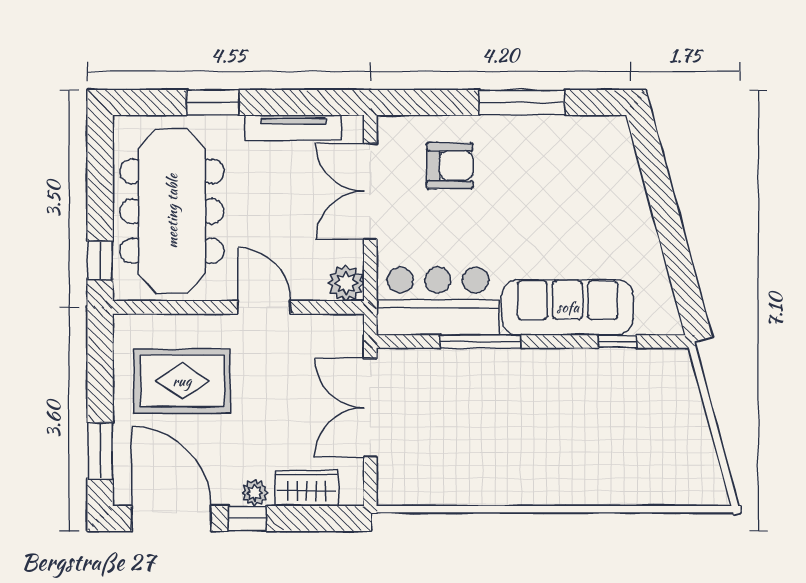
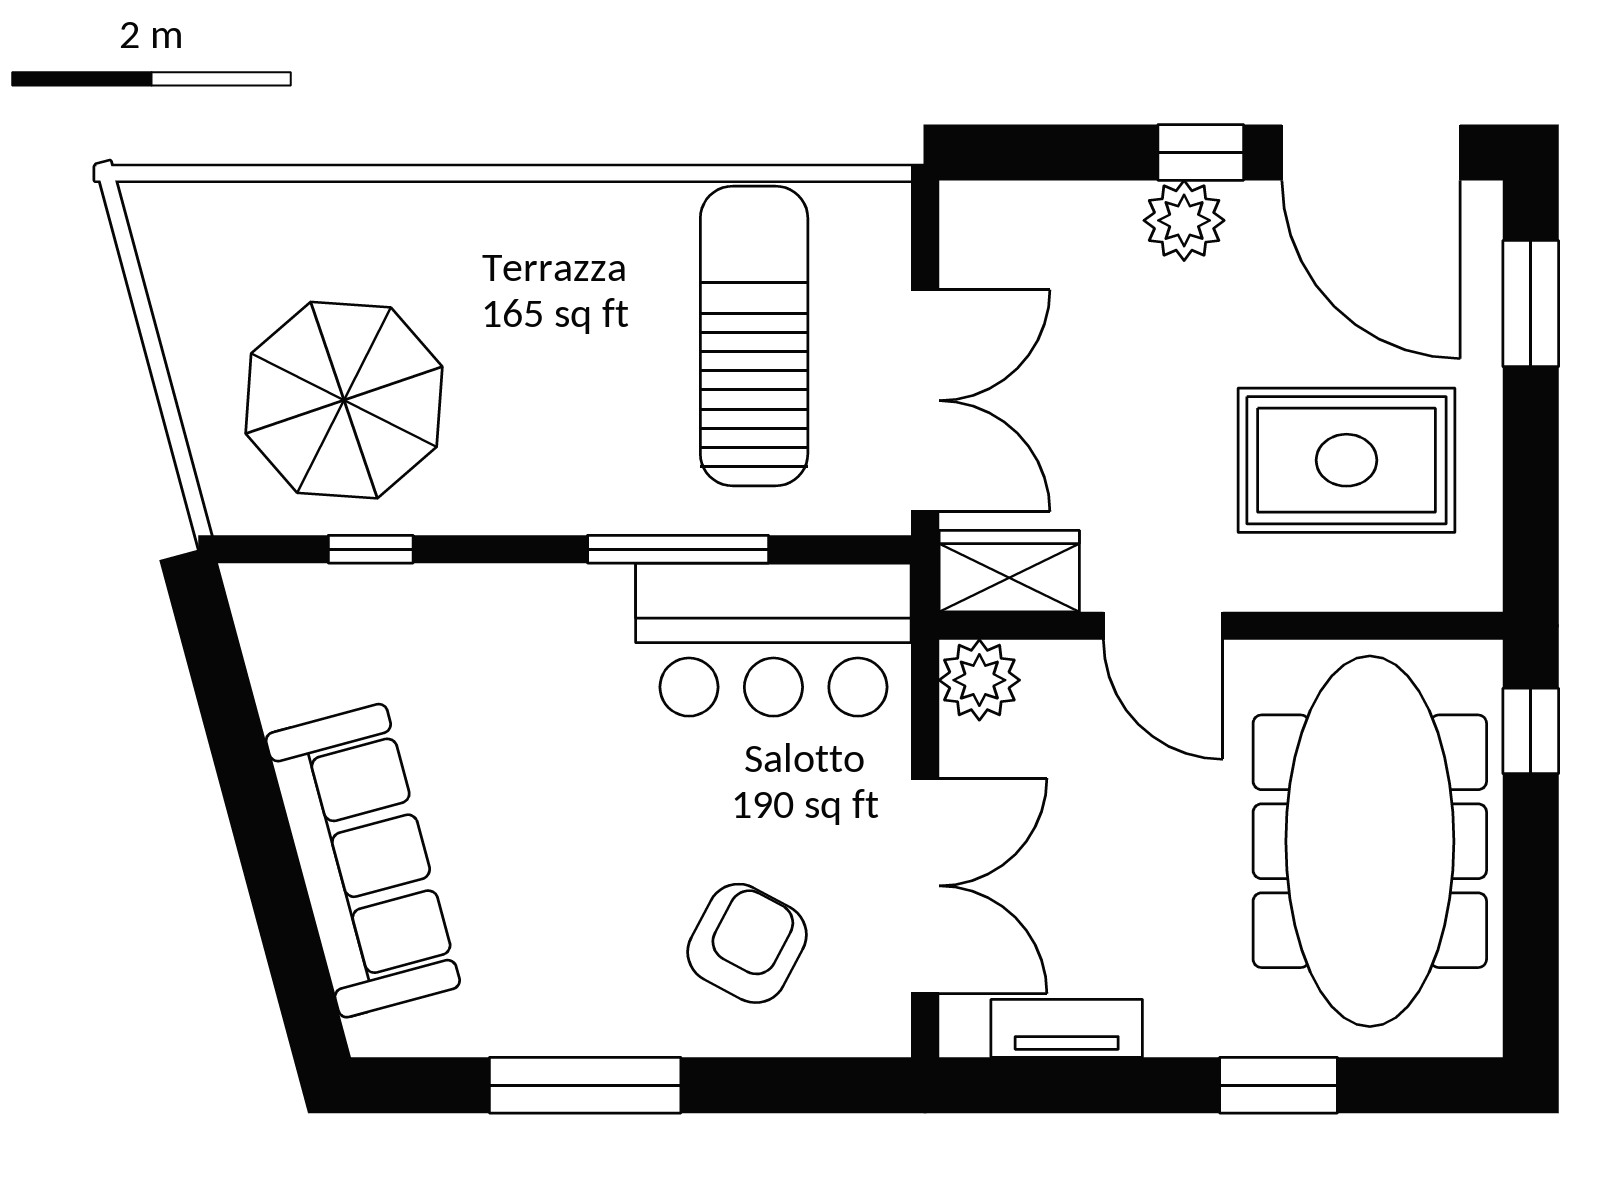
tv unit: (293, 128) -> (1067, 1028), width x0.71
armchair: (450, 166) -> (747, 943), turned 118
sofa: (568, 307) -> (363, 861), moved, turned -105
parasol: (629, 408) -> (344, 400), added
sun lounger: (447, 437) -> (754, 336), added
wardrobe: (306, 488) -> (1009, 571), moved, turned 180
plant: (255, 493) -> (1184, 220), width x1.38, depth x1.38

